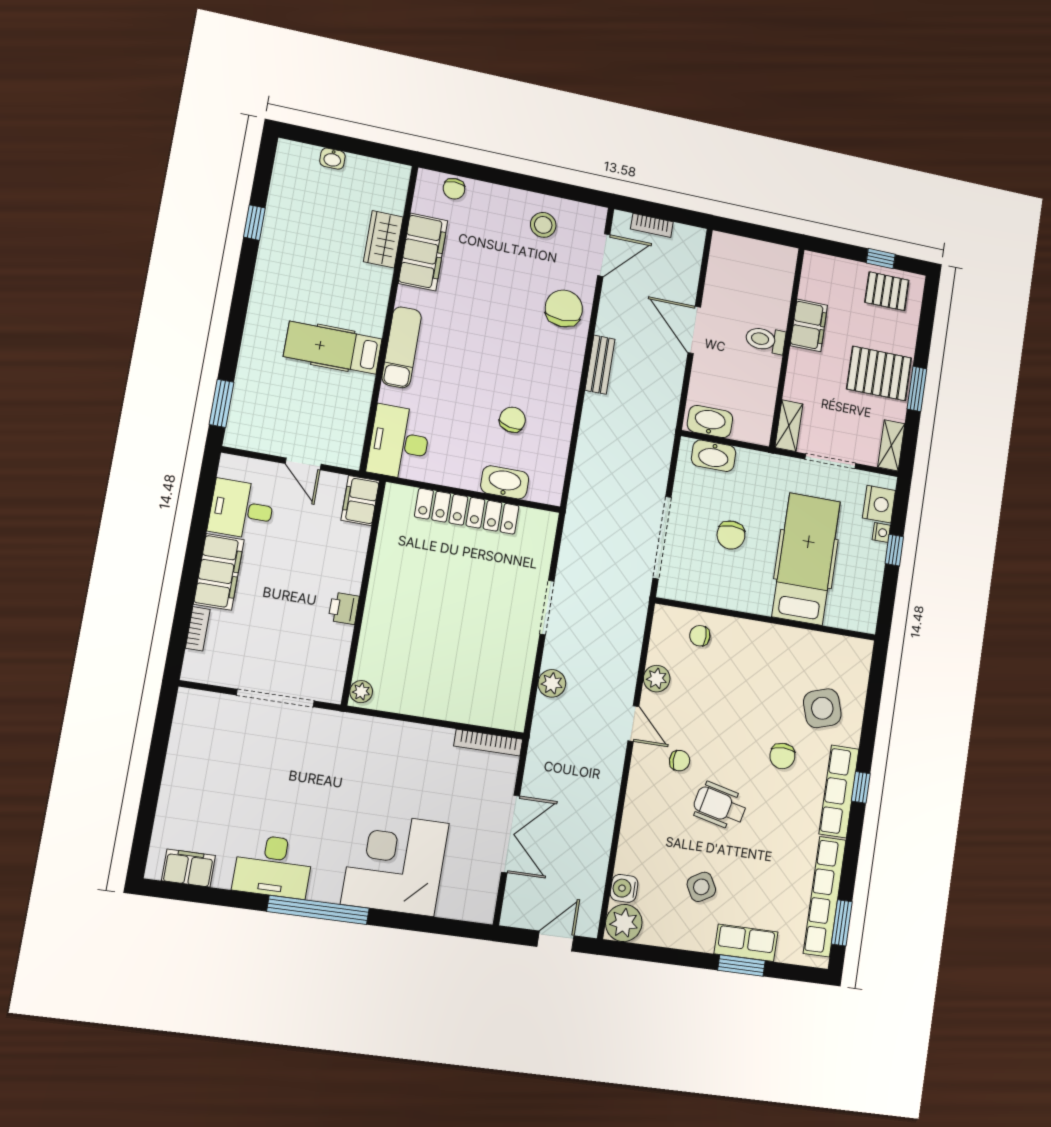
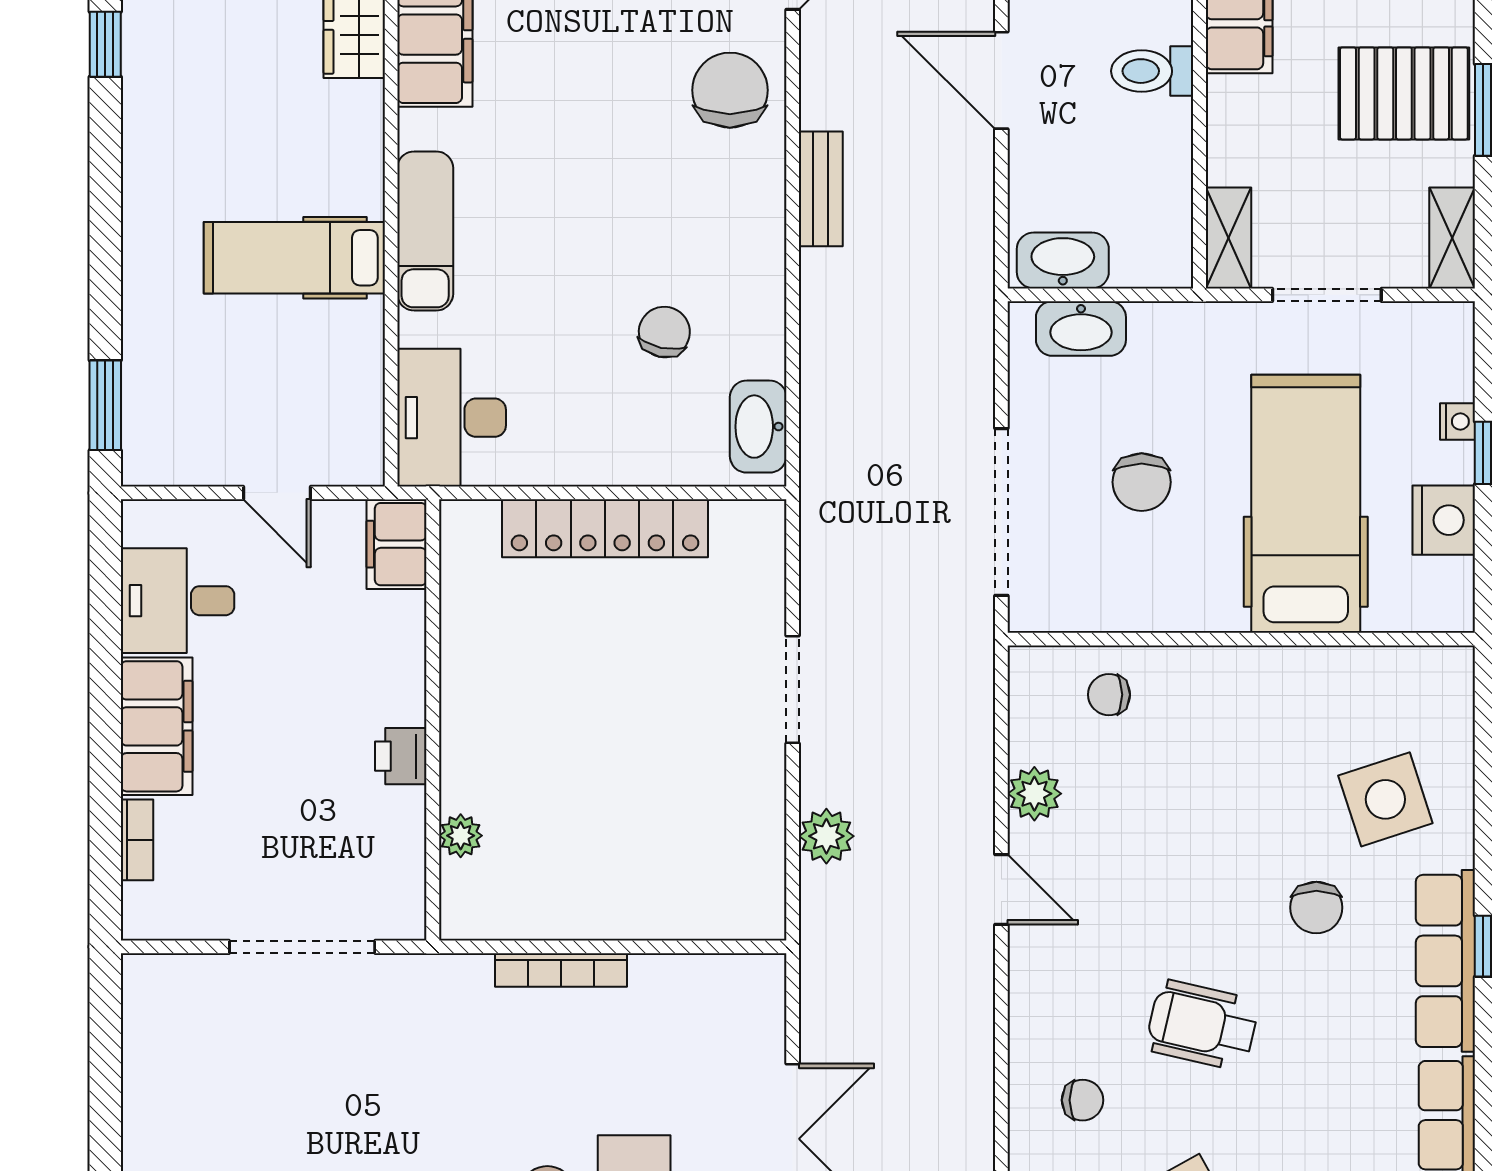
washbasin: (505, 482) -> (758, 427), moved, turned -90
nightstand: (879, 504) -> (1444, 520), moved
plant: (361, 692) -> (461, 836), moved
bookcase: (488, 743) -> (561, 970), moved
chair: (680, 761) -> (1083, 1100), moved

